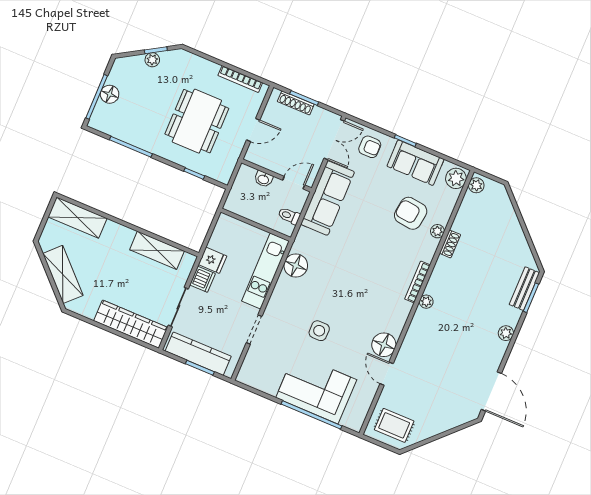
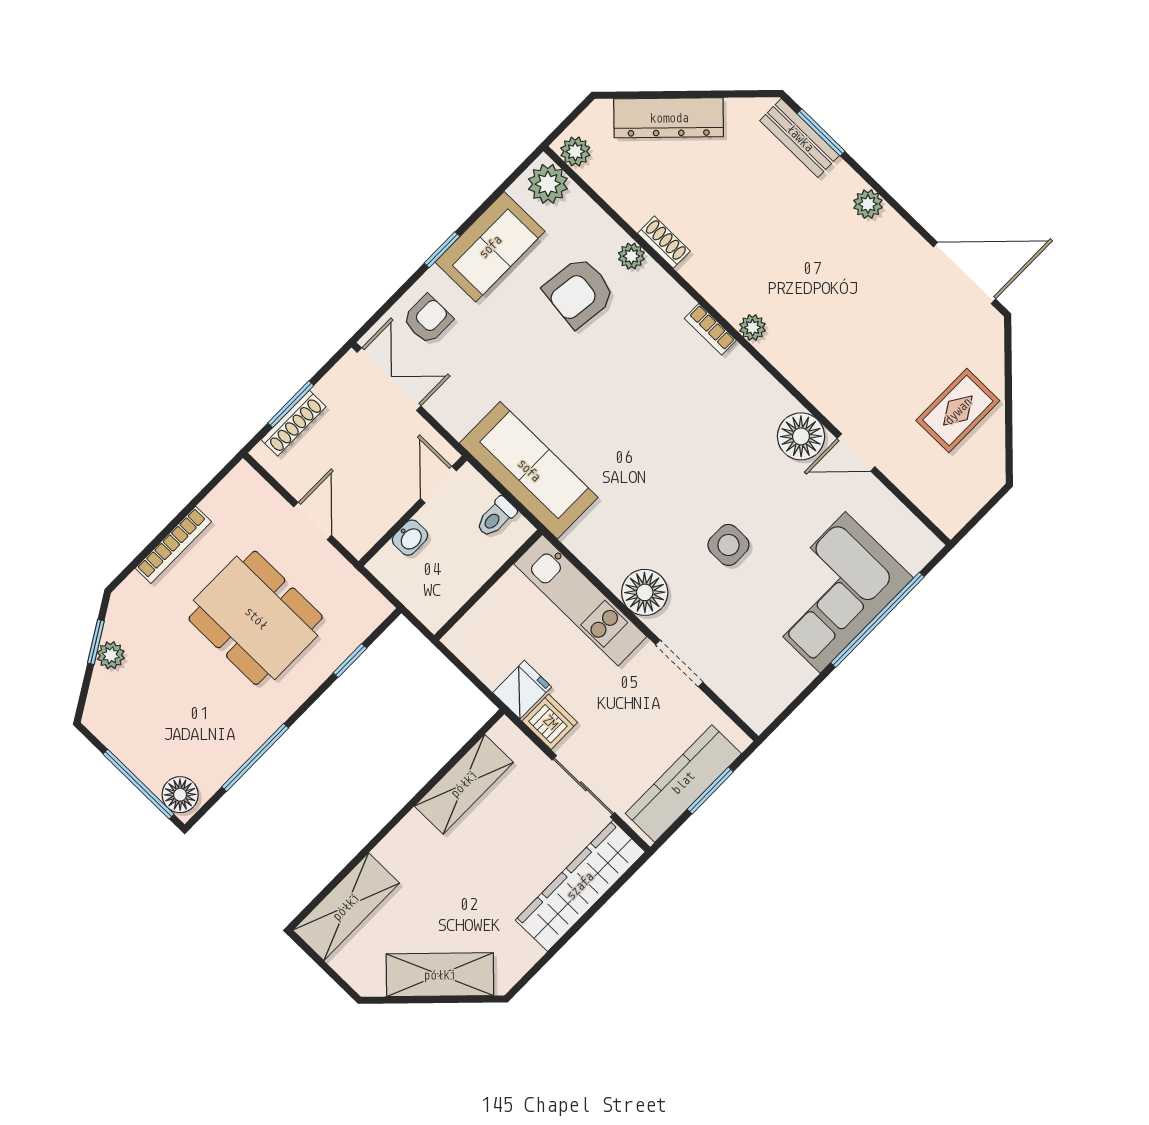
bookcase: (240, 79) -> (173, 545), moved
floor lamp: (110, 94) -> (180, 795), moved
sofa: (328, 198) -> (529, 470), moved
dresser: (510, 223) -> (669, 118), added
floor lamp: (296, 266) -> (645, 592), moved
bookcase: (418, 282) -> (710, 329), width x0.64
rug: (394, 425) -> (958, 411), moved

